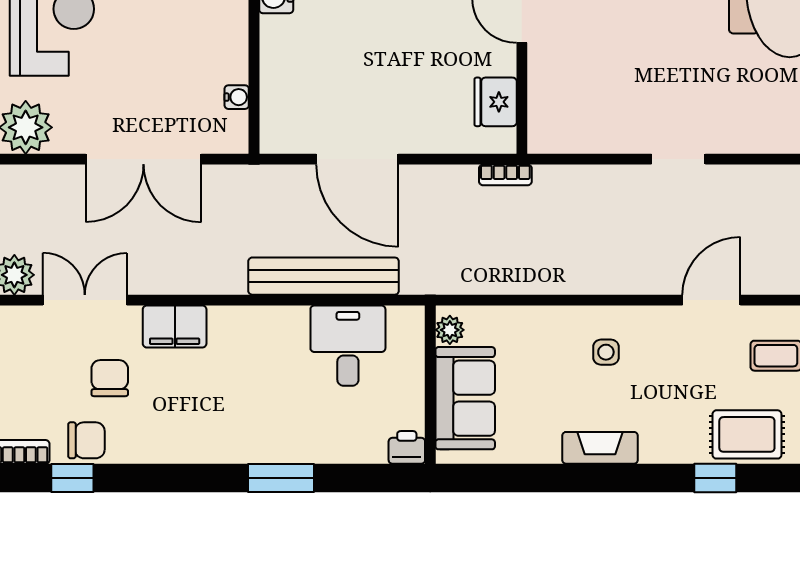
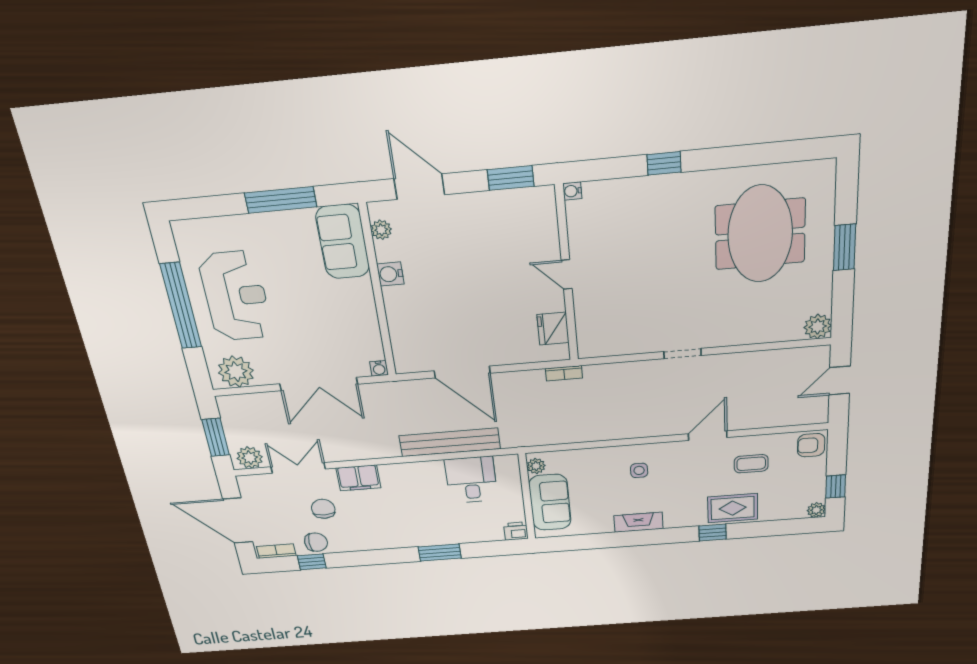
water cooler: (237, 97) -> (379, 368), moved, turned 90

